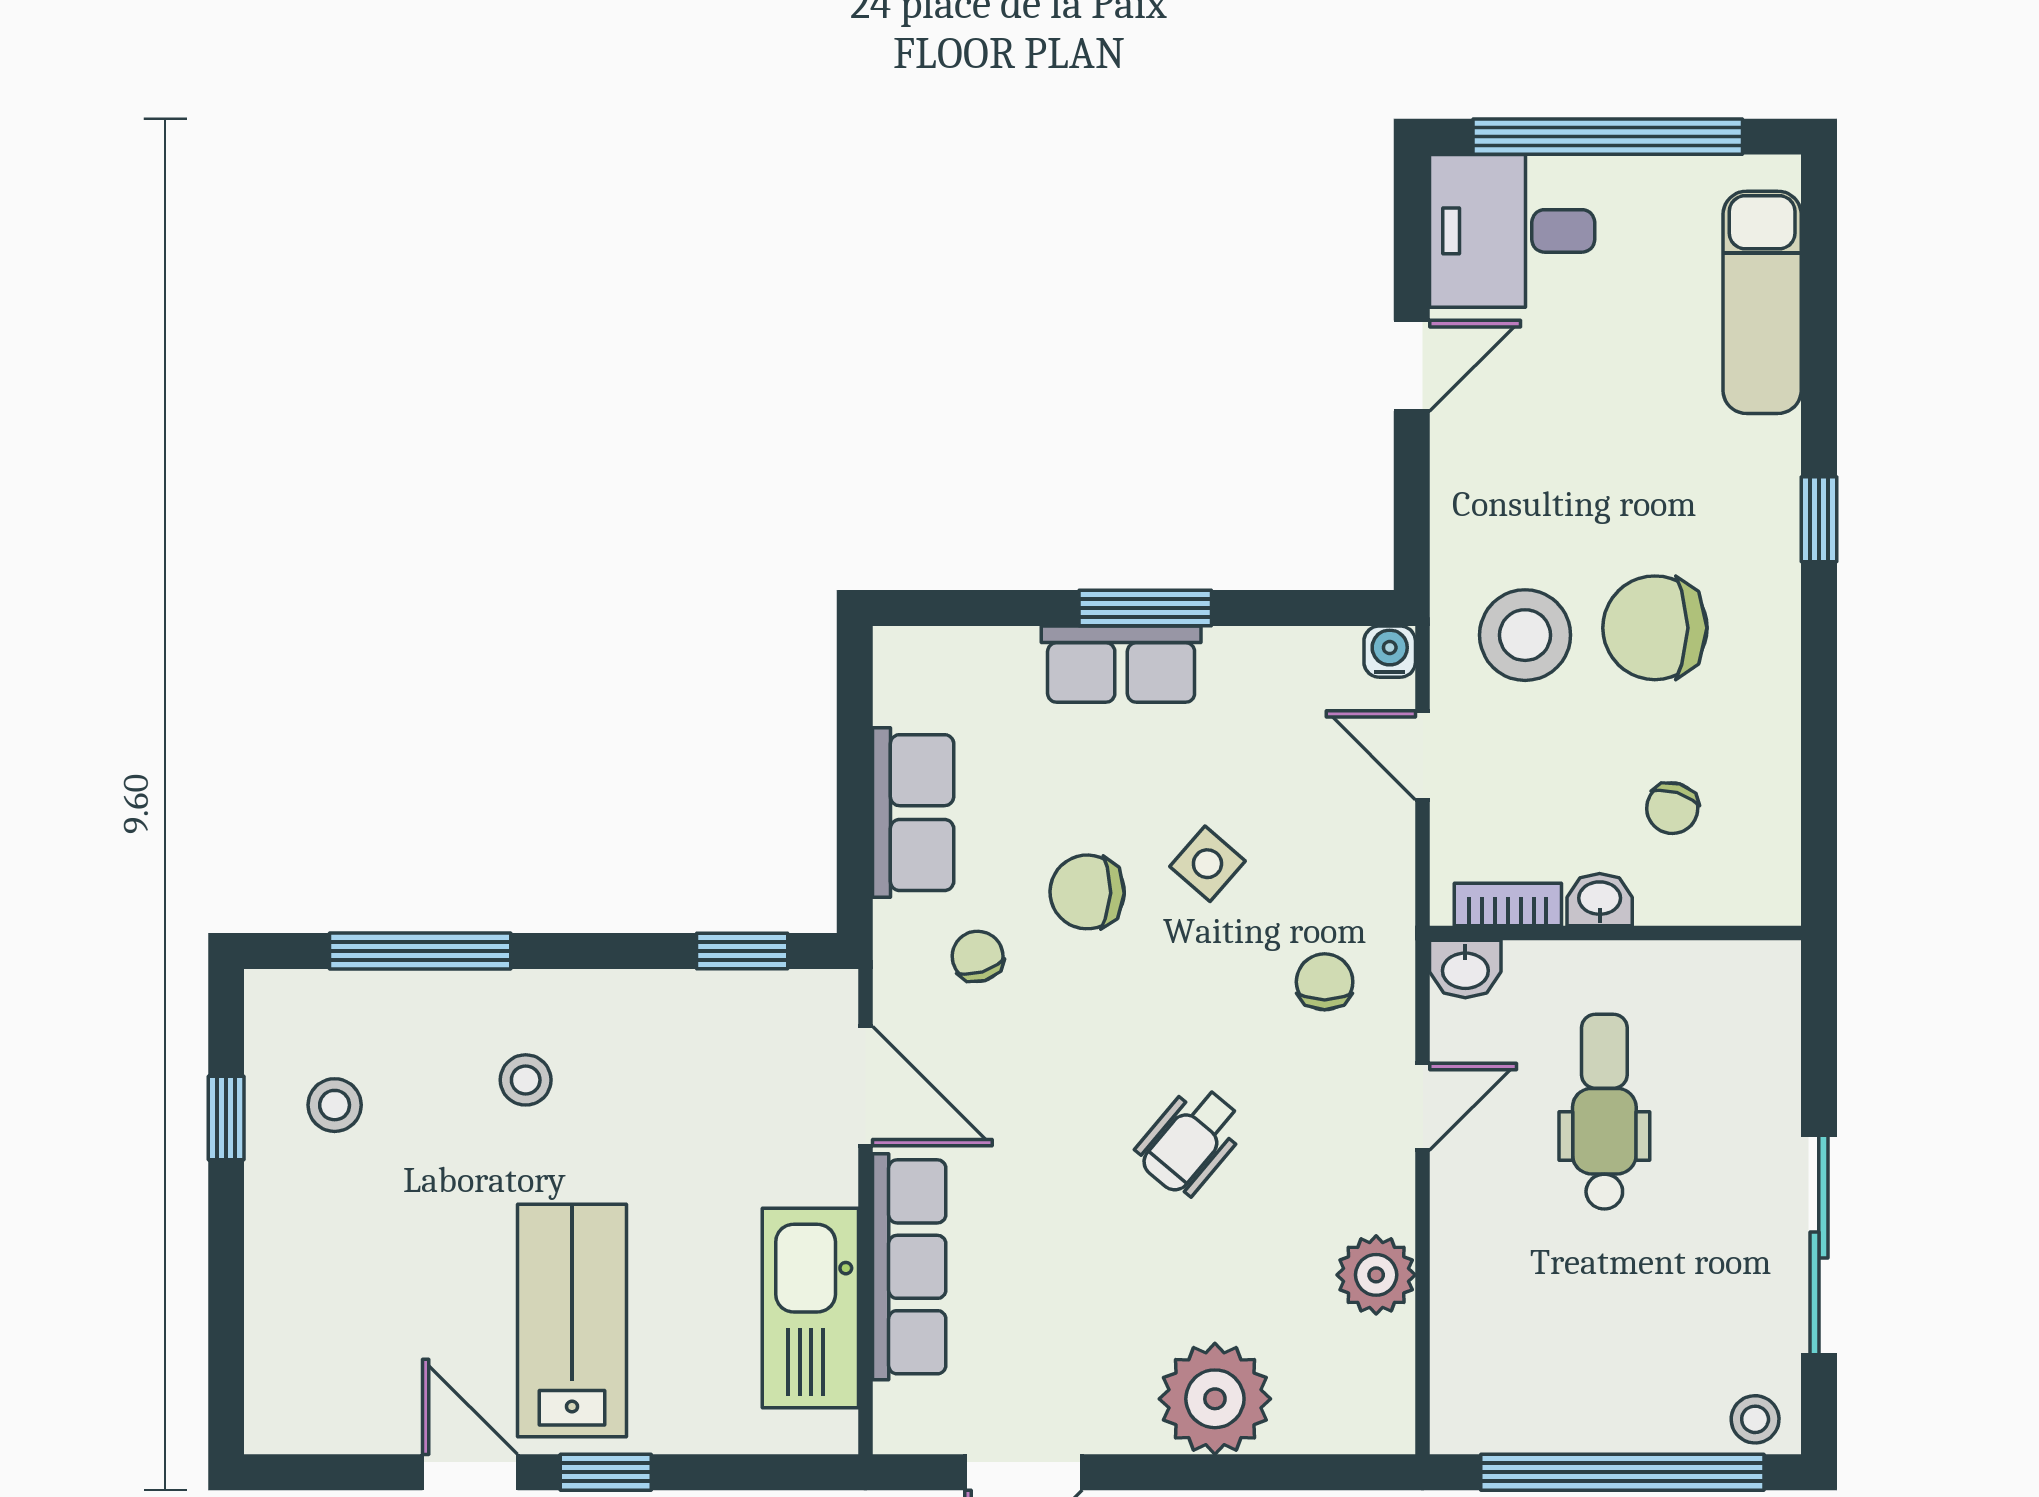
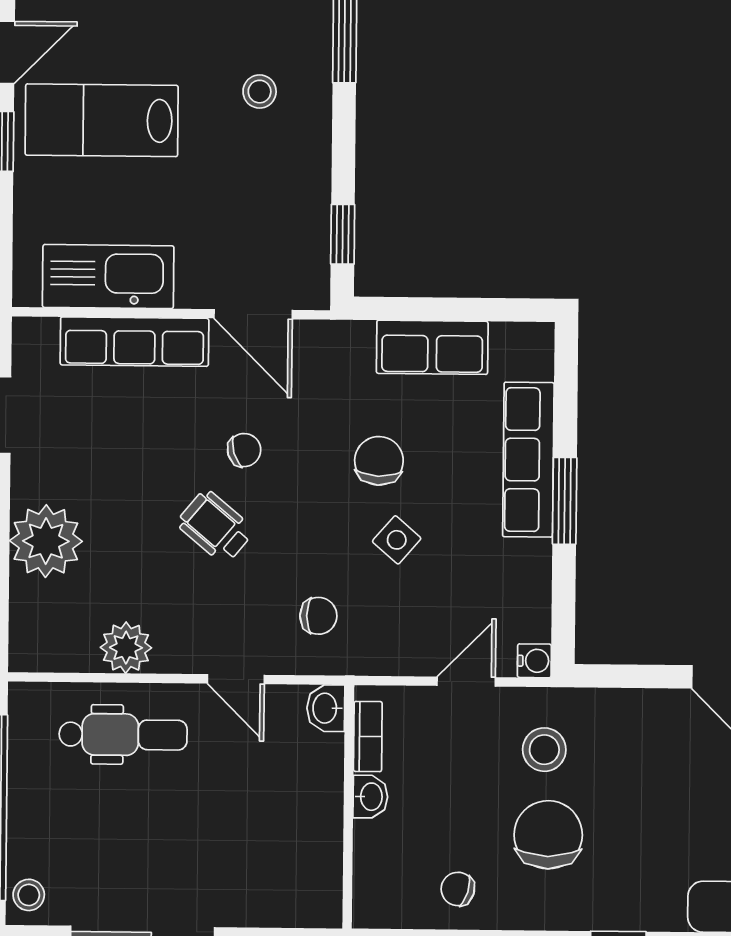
stool: (1525, 635) -> (544, 750), width x0.73, depth x0.73
row of seats: (1121, 664) -> (528, 460), width x1.48
chair: (1672, 808) -> (458, 889), moved
chair: (978, 956) -> (244, 450), moved
door: (865, 1086) -> (253, 314), hinge flipped
dental chair: (1604, 1112) -> (123, 735), moved
lab bench: (572, 1320) -> (102, 120), turned 180

